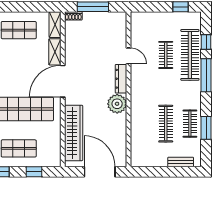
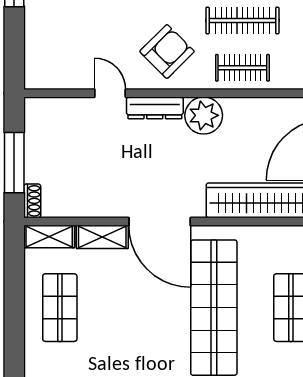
clothes rail: (166, 55) -> (242, 68), moved
door: (128, 56) -> (110, 93), hinge flipped
armchair: (150, 85) -> (167, 51), added

